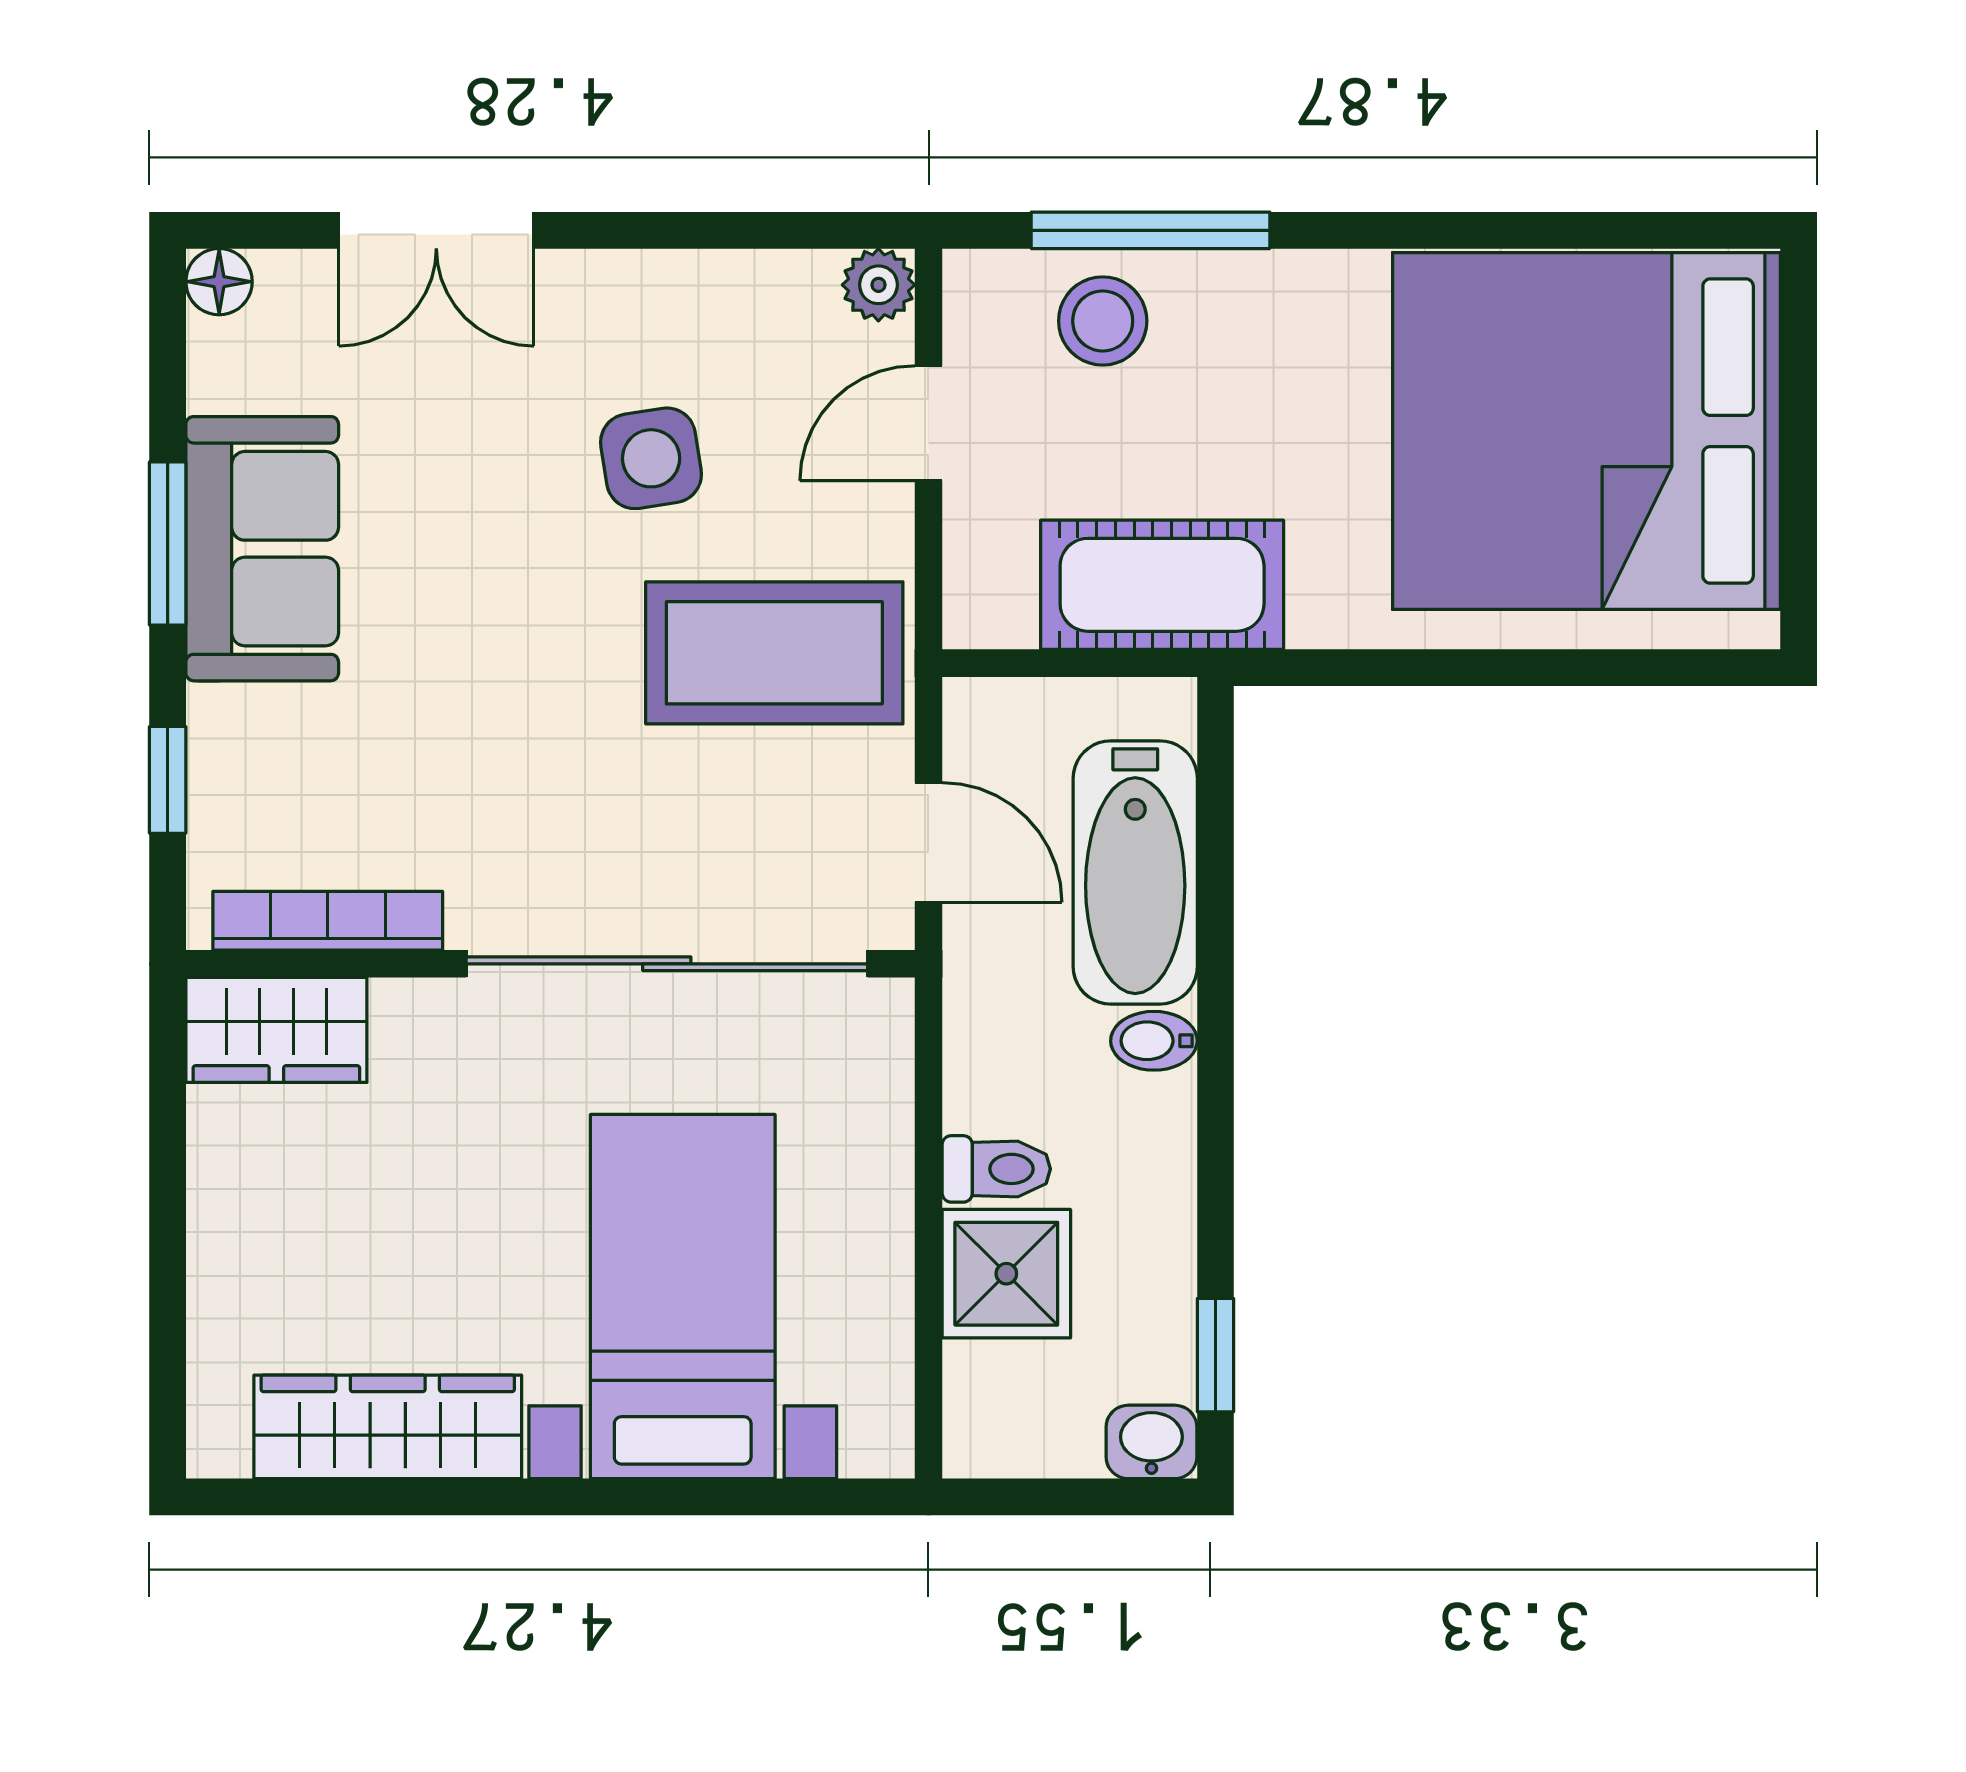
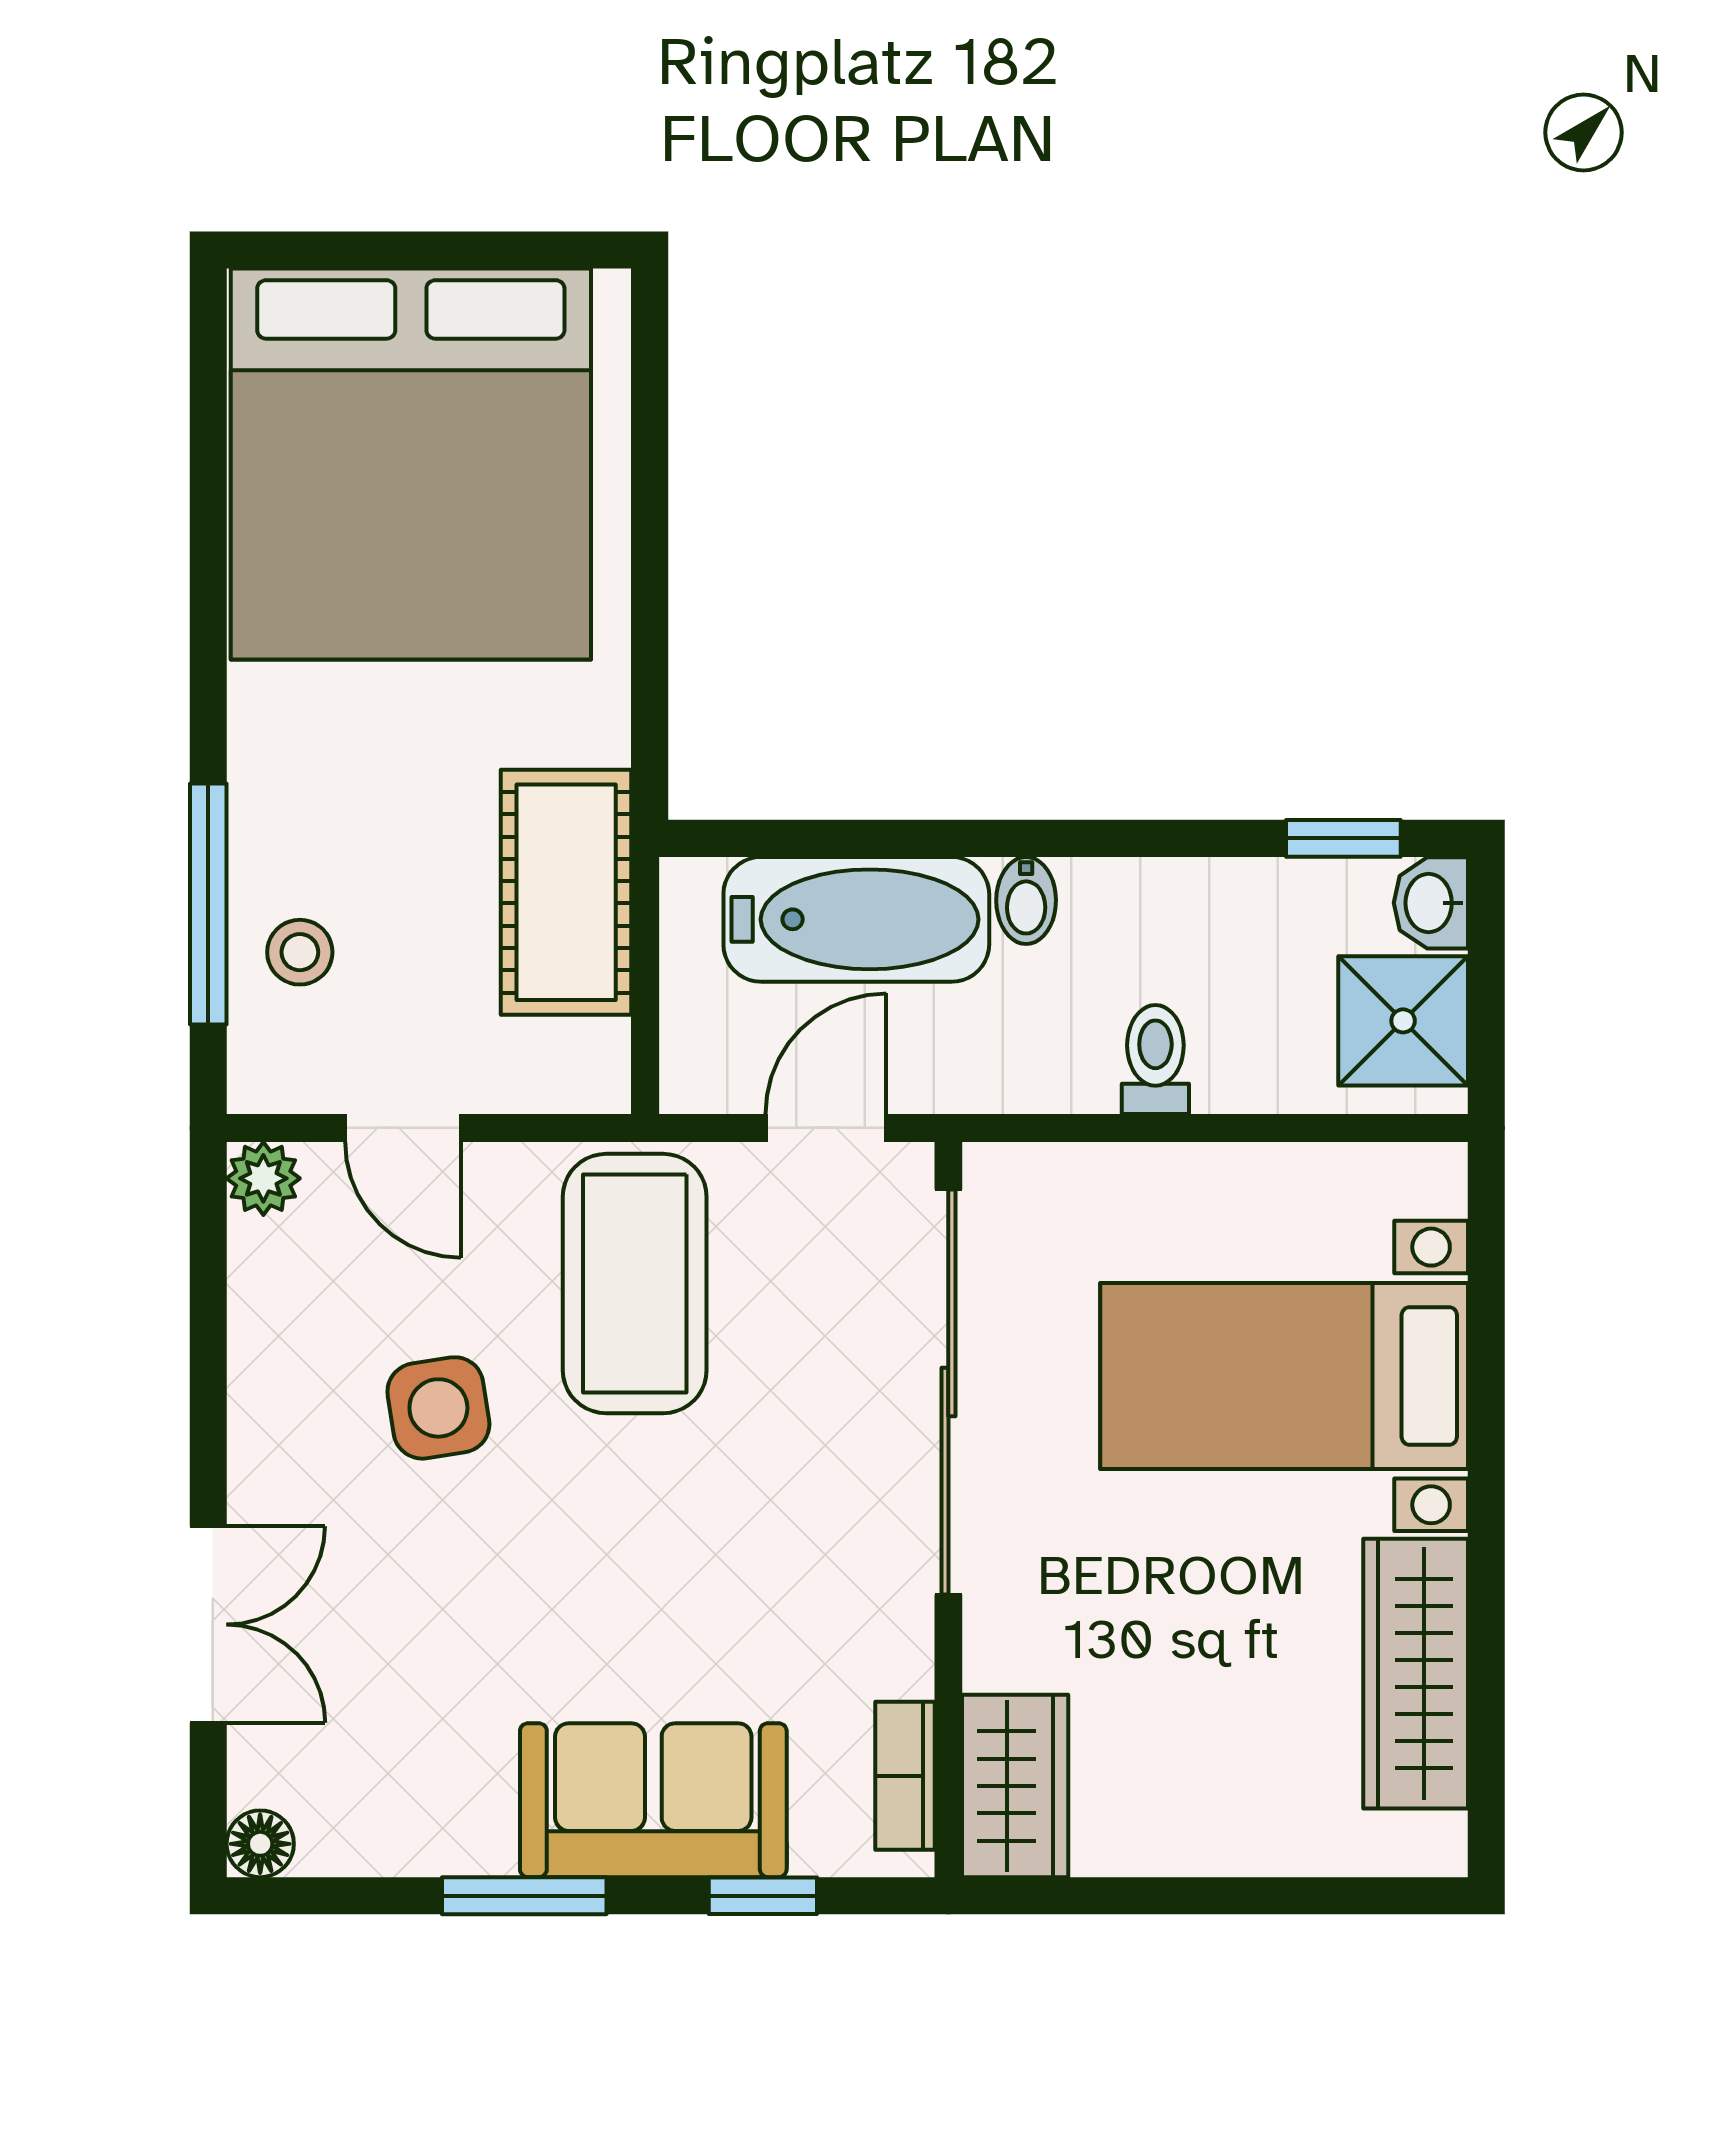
stool: (1103, 321) -> (300, 952), width x0.73, depth x0.73
sofa: (262, 549) -> (653, 1800), moved
bookcase: (328, 921) -> (905, 1776), width x0.64
shower: (1006, 1274) -> (1403, 1021), moved

